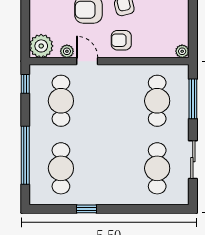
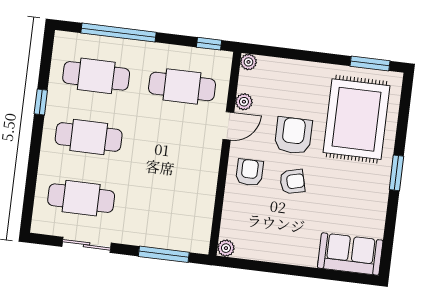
plant: (41, 46) -> (248, 62), width x0.53, depth x0.53
cafe table: (157, 101) -> (89, 137), moved

